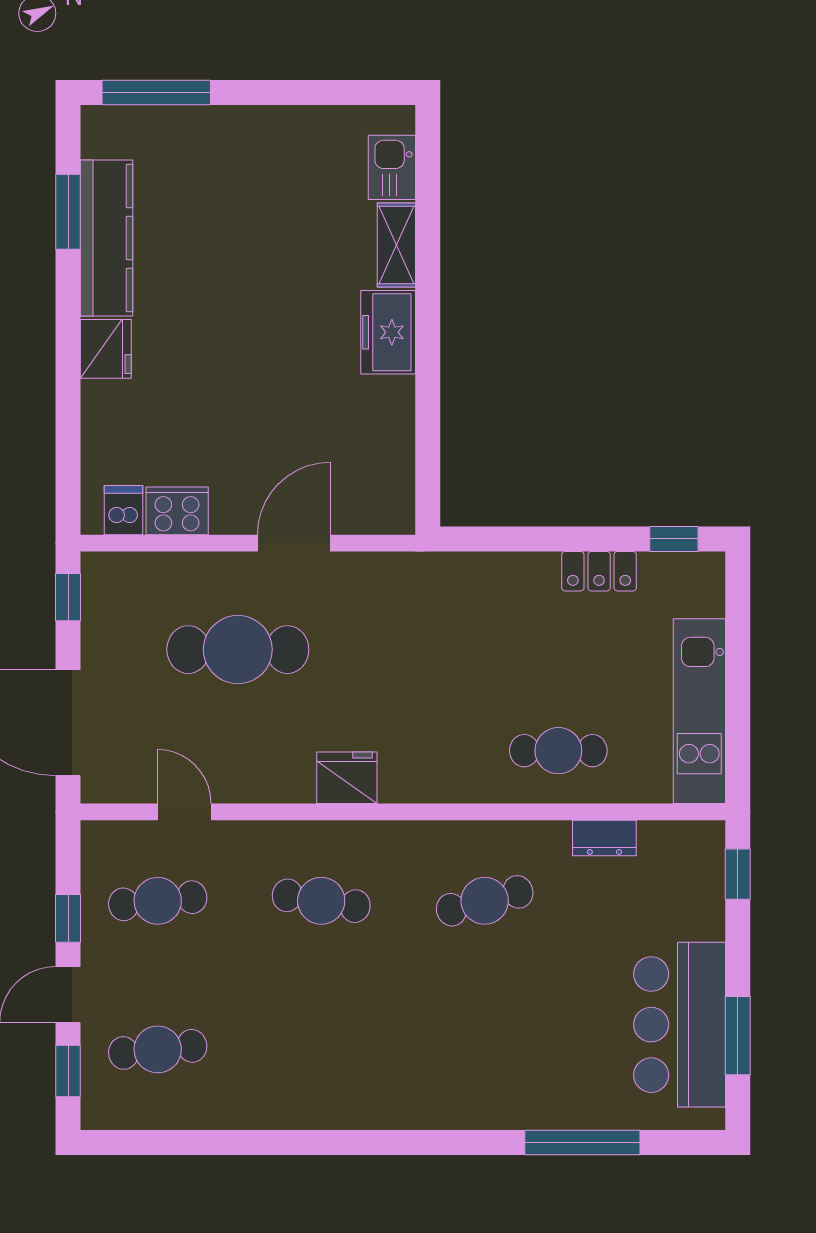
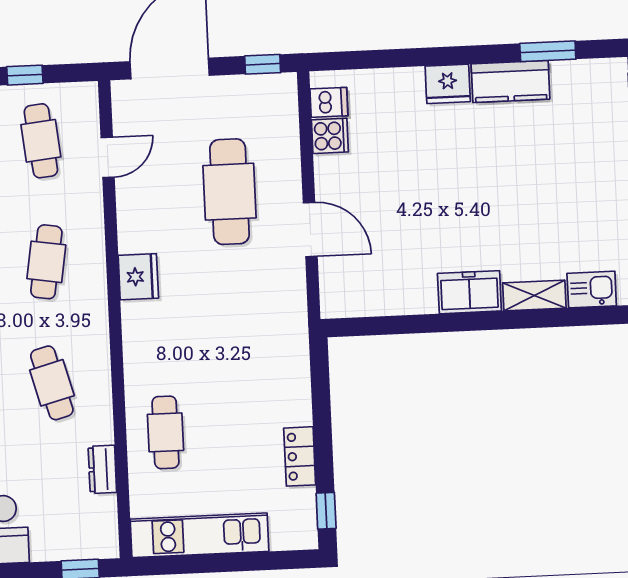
kitchen counter: (107, 238) -> (510, 82), width x0.67
cooker: (177, 511) -> (330, 136), width x0.73

